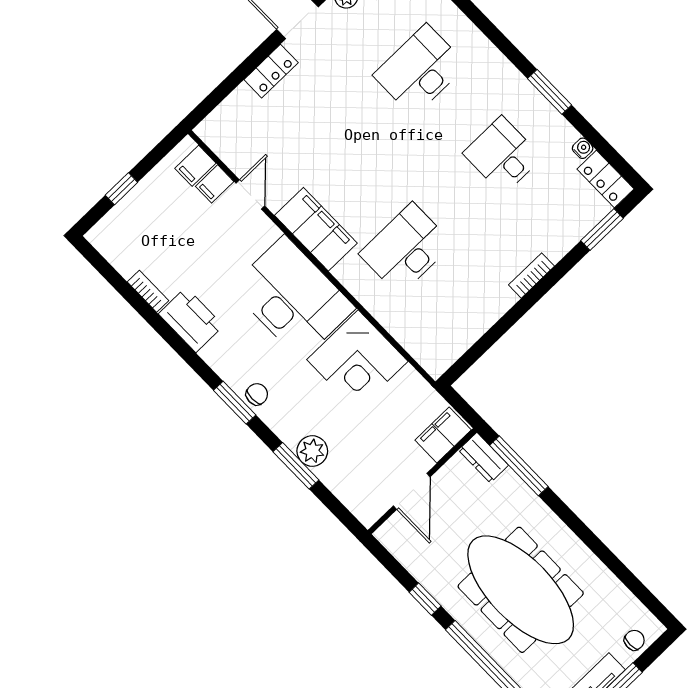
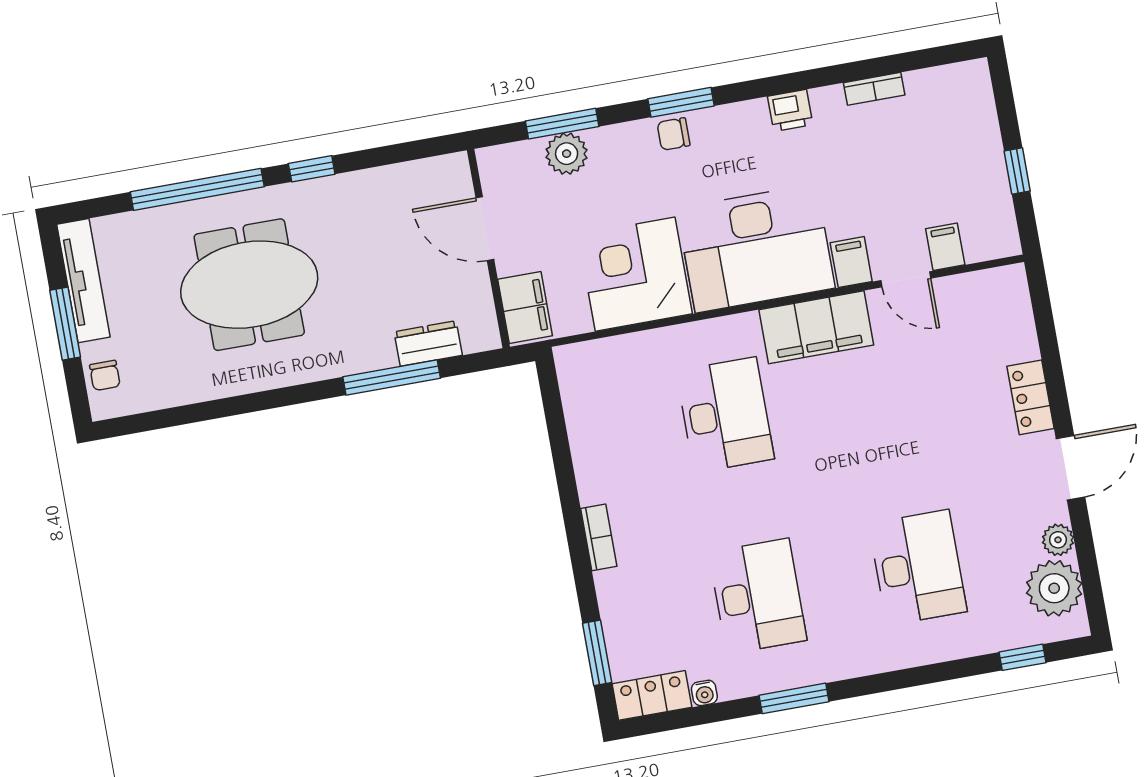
desk: (502, 155) -> (758, 596), width x1.37
filing cabinet: (195, 166) -> (851, 262), moved
window: (121, 189) -> (1017, 171), moved
printer: (191, 320) -> (790, 110), width x0.53, depth x0.68
chair: (257, 394) -> (674, 134), turned 90
filing cabinet: (443, 435) -> (525, 308), moved
wall: (422, 481) -> (488, 249), moved
door: (412, 491) -> (485, 229), moved
meeting table: (521, 590) -> (249, 285), width x0.73

